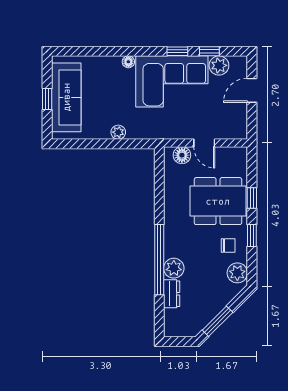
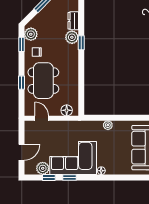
door: (204, 143) -> (42, 118), moved
dining table: (218, 201) -> (43, 81), turned 90
window: (252, 236) -> (21, 44), moved
window: (159, 260) -> (81, 43), width x0.32

